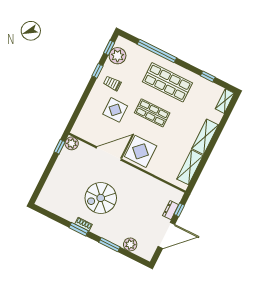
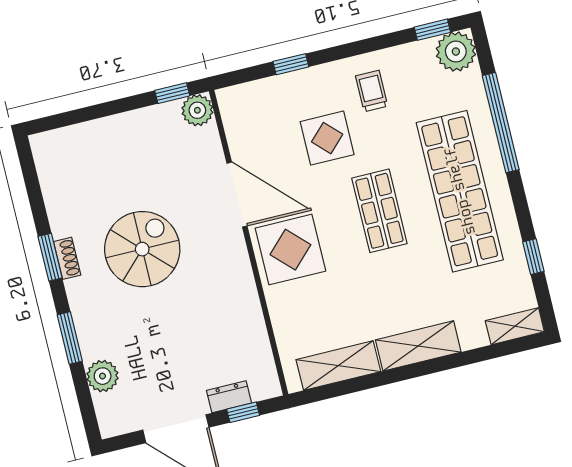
plant: (118, 56) -> (456, 52), moved
window: (98, 71) -> (291, 64), moved
shop shelf: (167, 82) -> (460, 191), width x1.40
spiral stairs: (101, 198) -> (142, 249), turned 90

